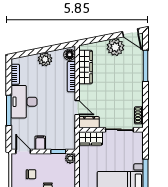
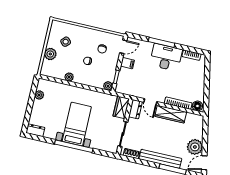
plant: (45, 59) -> (198, 84), removed
wardrobe: (85, 67) -> (171, 114), moved
bench: (137, 82) -> (160, 159), added
door: (77, 108) -> (150, 102), hinge flipped

